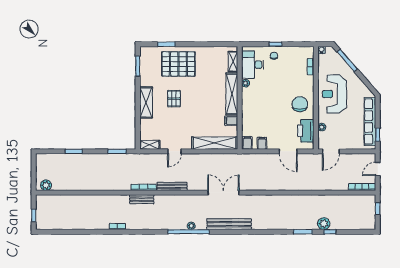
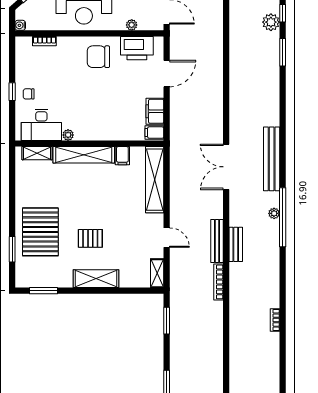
filing cabinet: (262, 143) -> (155, 111), width x2.00
bench: (142, 199) -> (236, 244), moved

